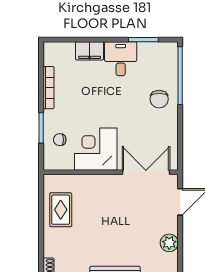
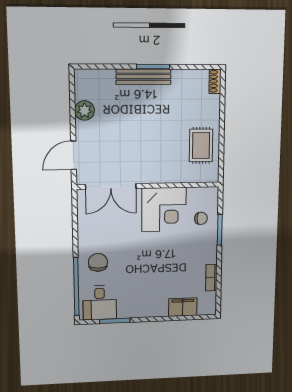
filing cabinet: (90, 51) -> (183, 307), moved
desk: (121, 59) -> (100, 303), moved
bookcase: (48, 88) -> (211, 278), width x0.64

